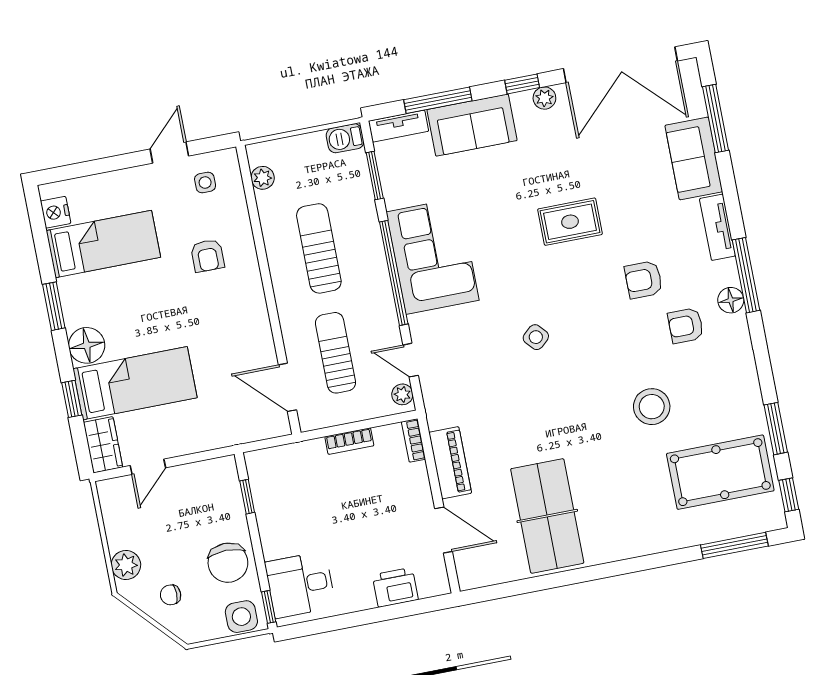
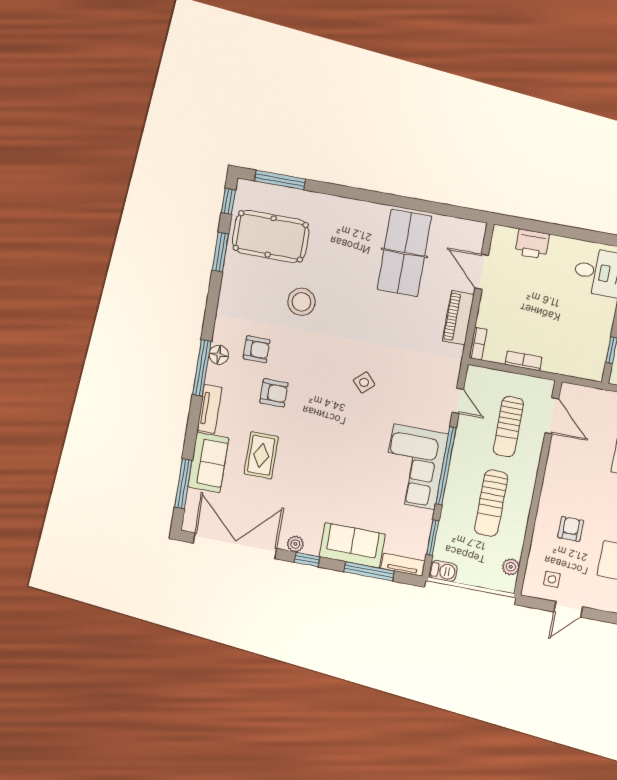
rug: (570, 222) -> (261, 455), moved, turned 90
plant: (402, 394) -> (473, 379), removed

